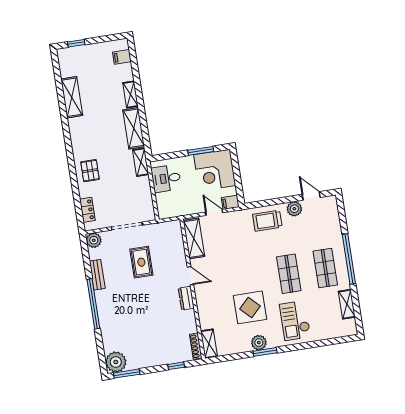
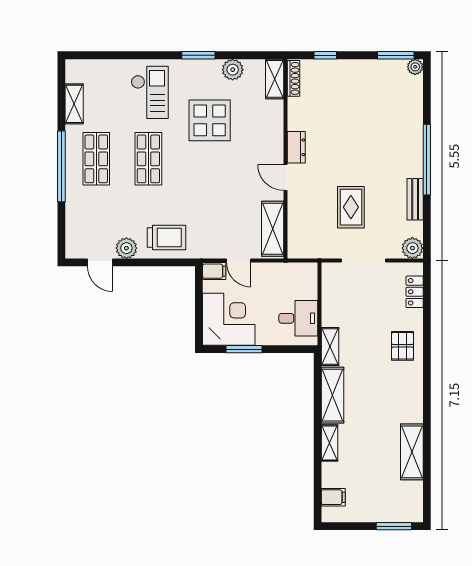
window: (76, 43) -> (394, 526), width x1.50
plant: (259, 343) -> (233, 70), moved
plant: (116, 362) -> (415, 67), width x0.53, depth x0.53

